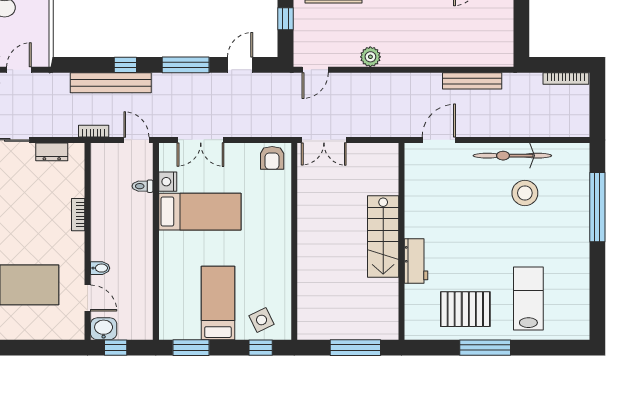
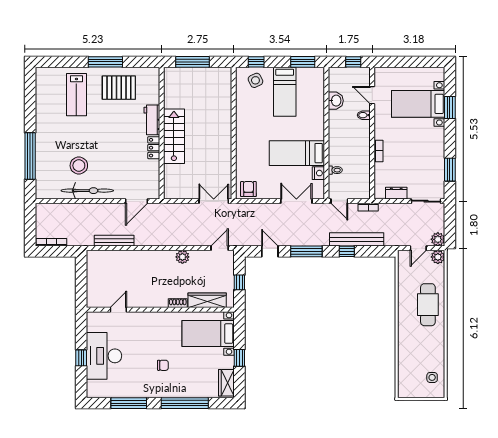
door: (240, 65) -> (270, 251), swing flipped
locker: (413, 220) -> (154, 148), added
washbasin: (104, 329) -> (336, 101), moved, turned -90

